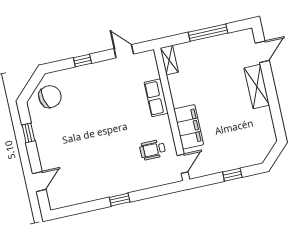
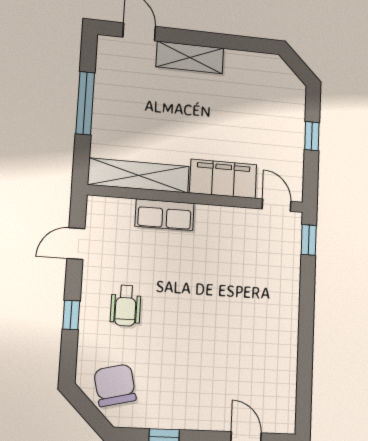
shelving: (169, 60) -> (139, 175), width x2.20, depth x1.33
wheelchair: (153, 150) -> (126, 306), moved
window: (120, 200) -> (309, 240), moved

